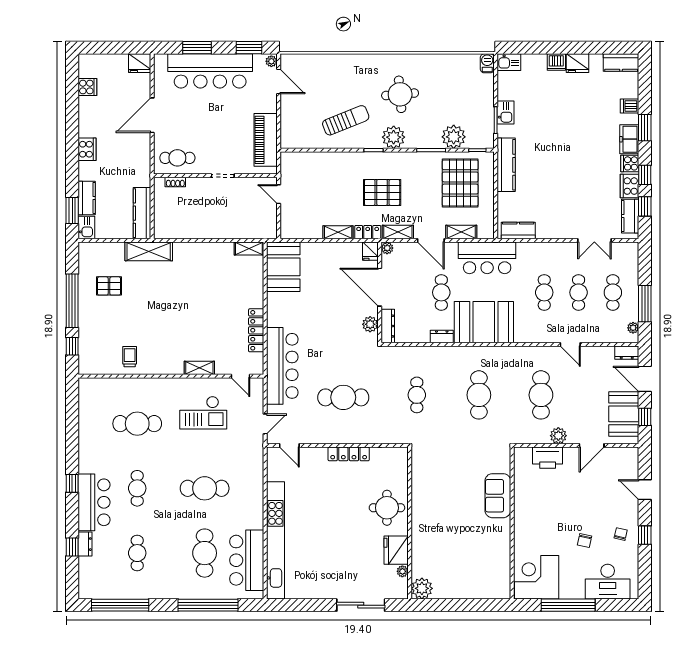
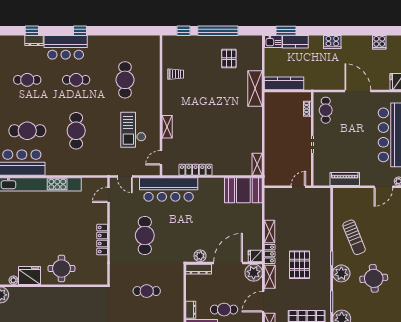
piano: (266, 140) -> (345, 179), width x0.73, depth x0.75
plant: (387, 248) -> (254, 273), width x1.88, depth x1.88

